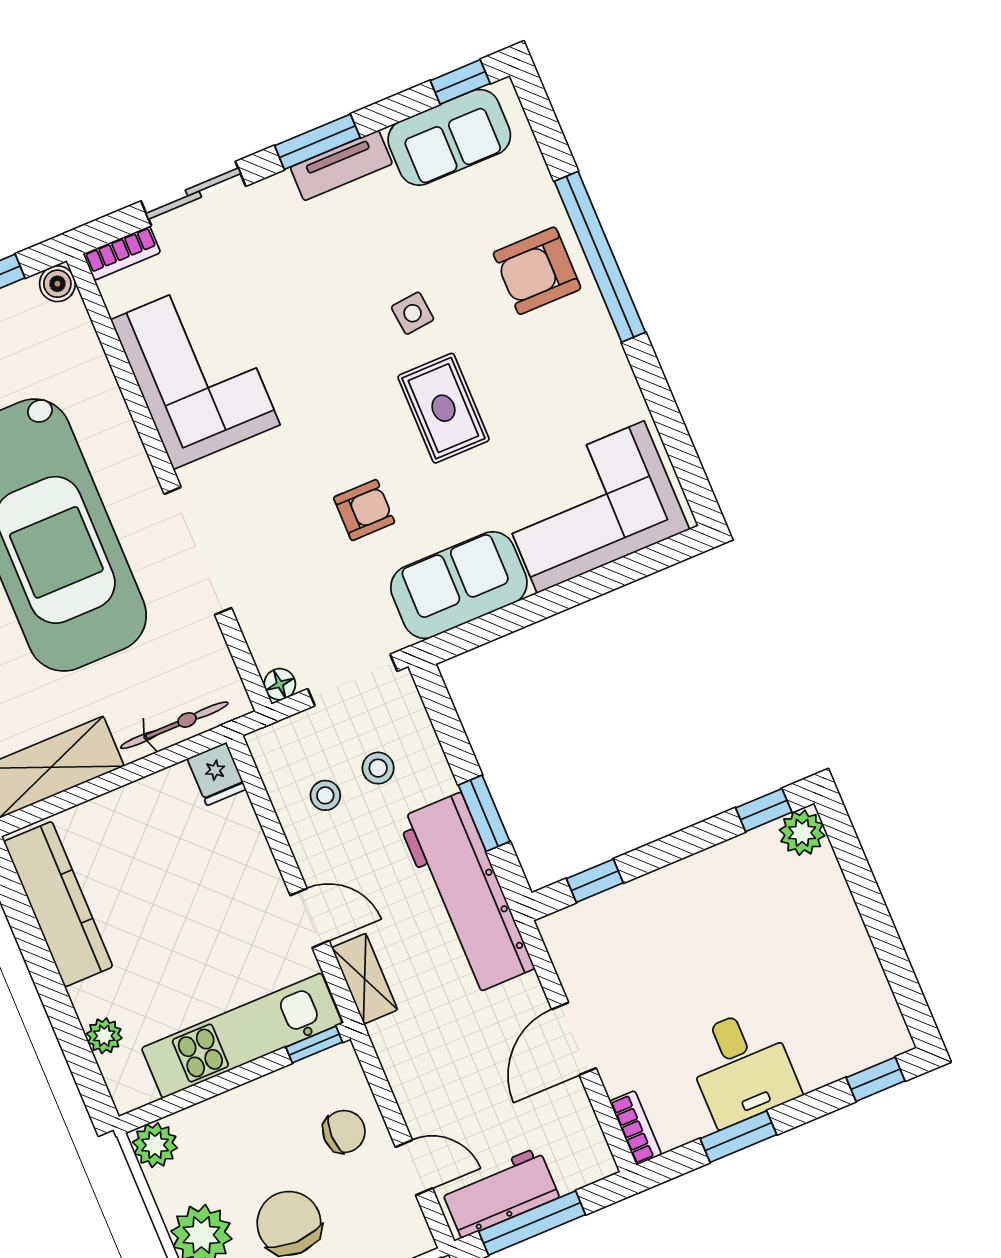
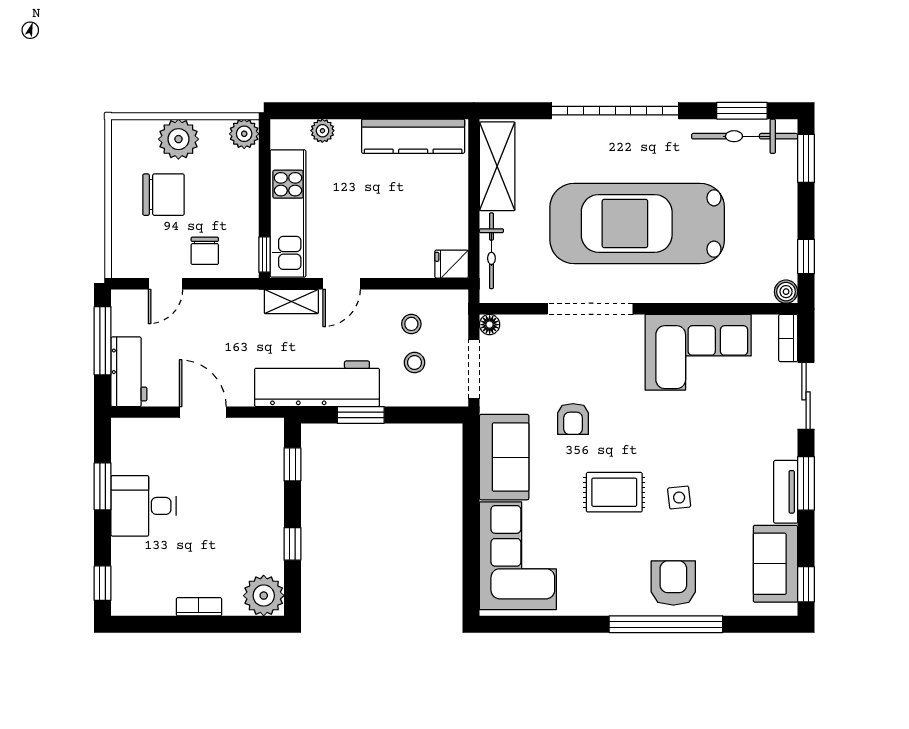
window: (764, 810) -> (292, 544), moved
plant: (802, 833) -> (264, 596), width x1.36, depth x1.36
bookcase: (636, 1128) -> (199, 607), moved, turned 180
workbench: (500, 1193) -> (129, 372), moved

